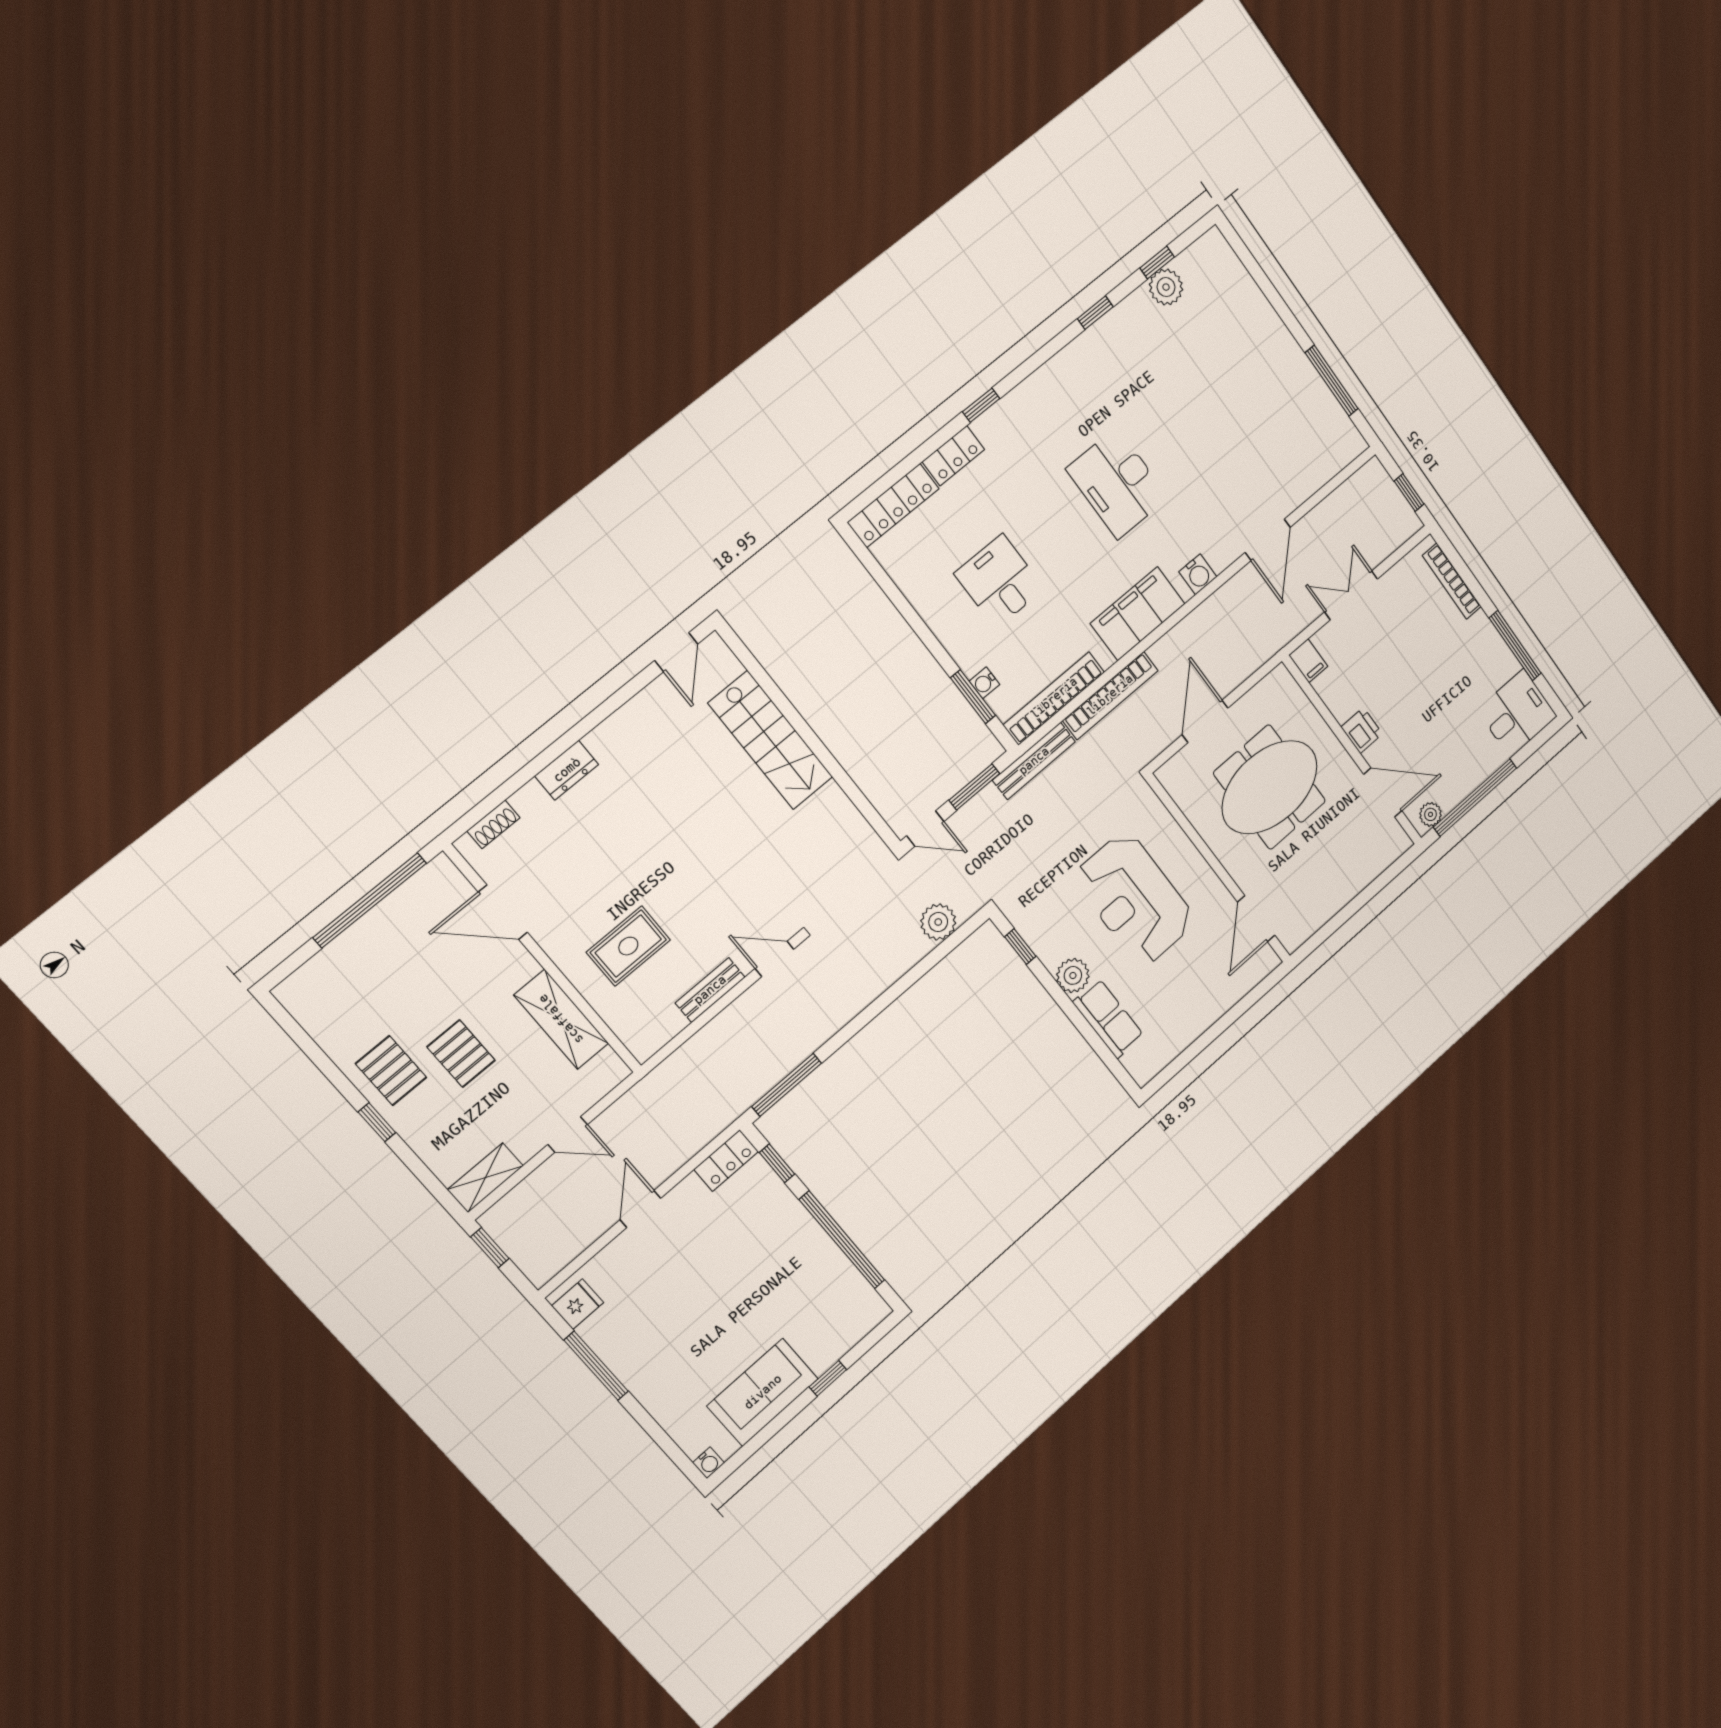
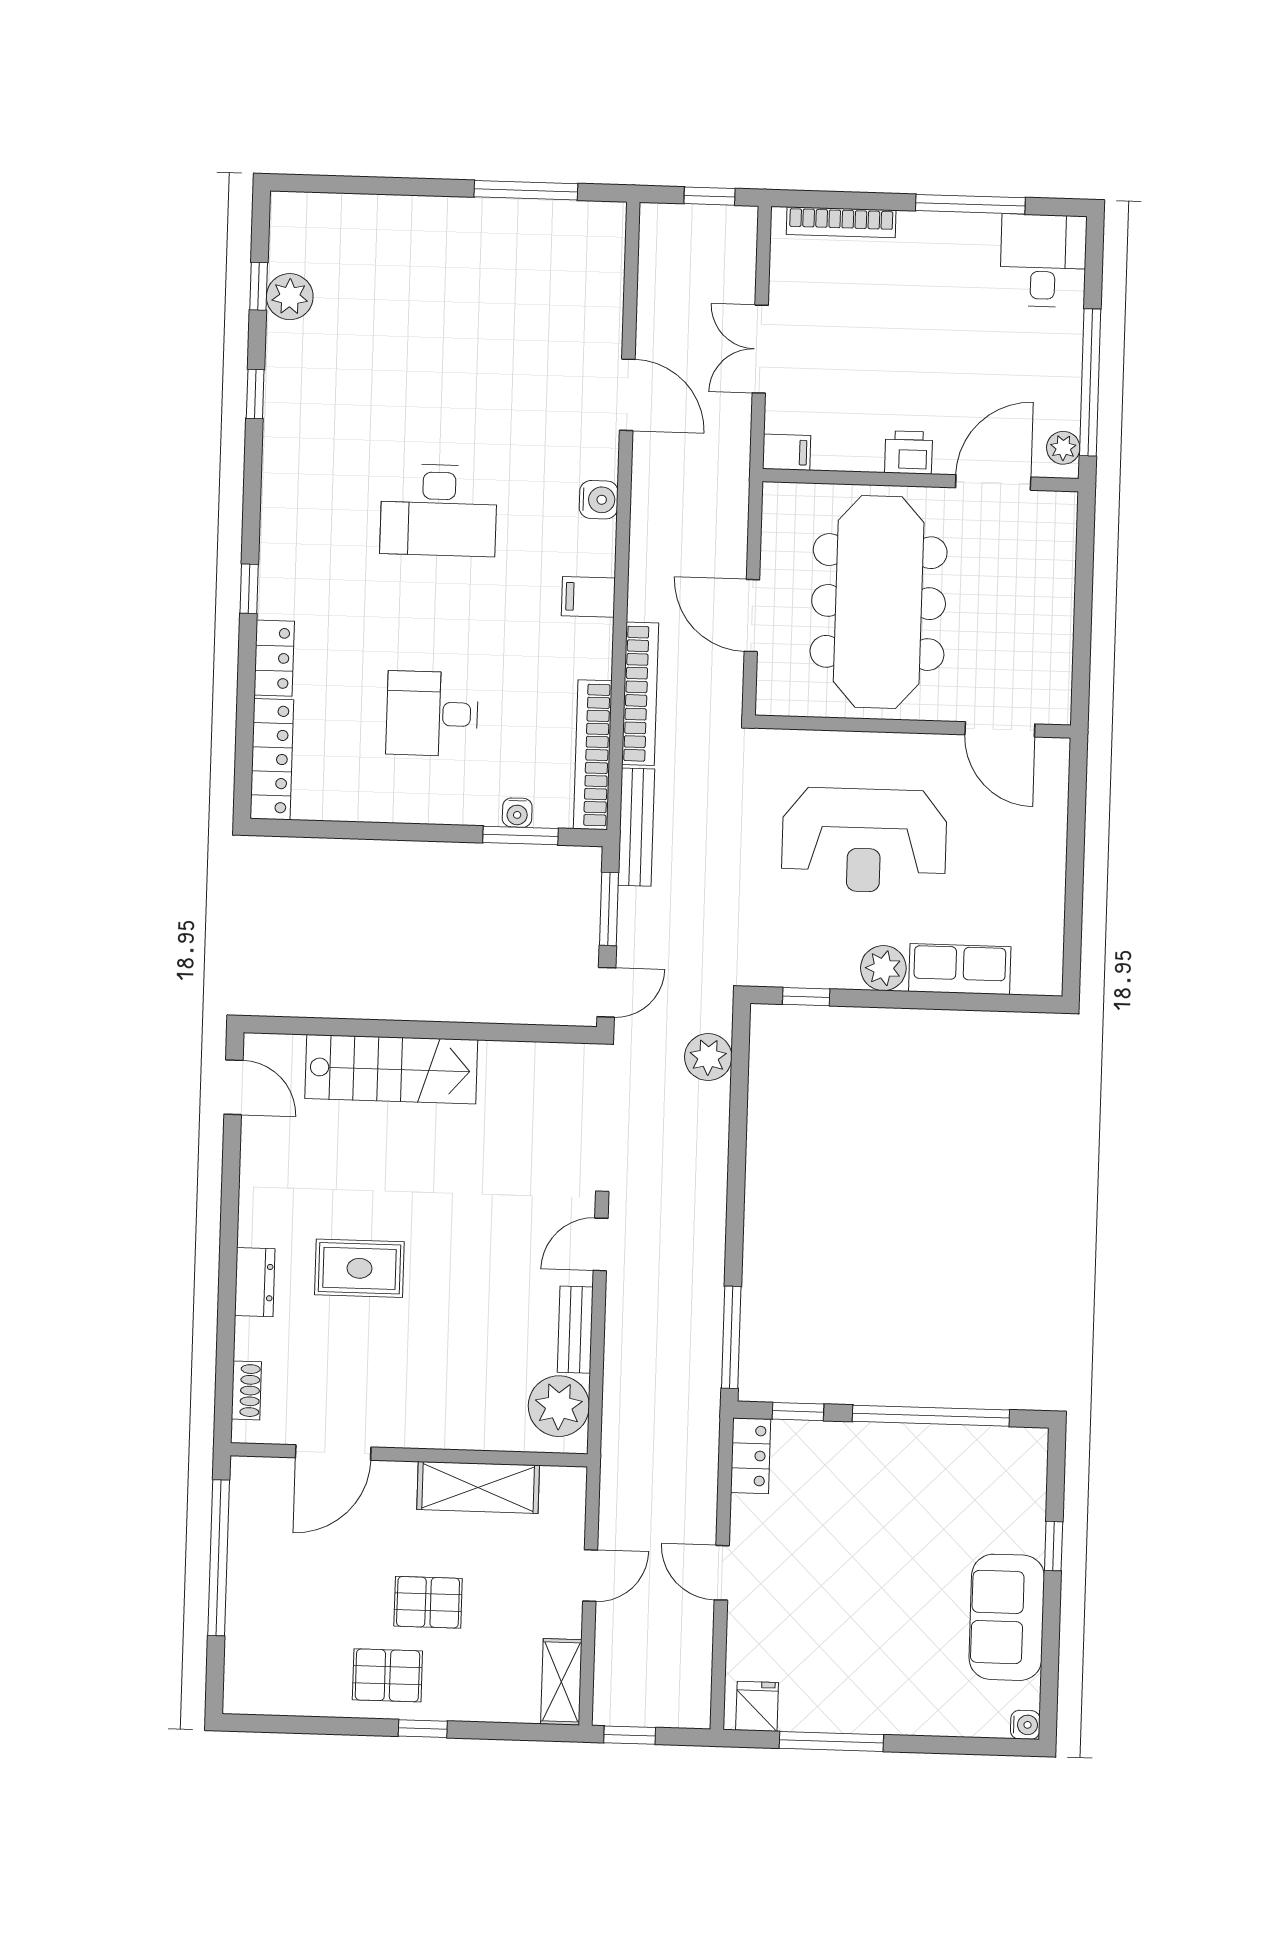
filing cabinet: (1138, 614) -> (588, 597), width x0.33, depth x0.86
meeting table: (1270, 787) -> (879, 602), width x1.36
rug: (628, 946) -> (359, 1268), moved, turned 90
plant: (655, 1022) -> (559, 1406), added

